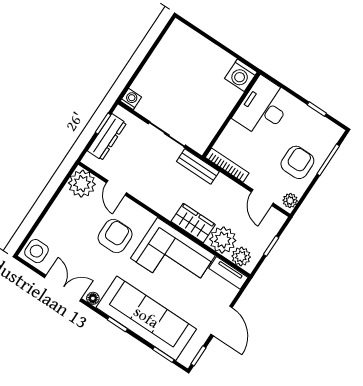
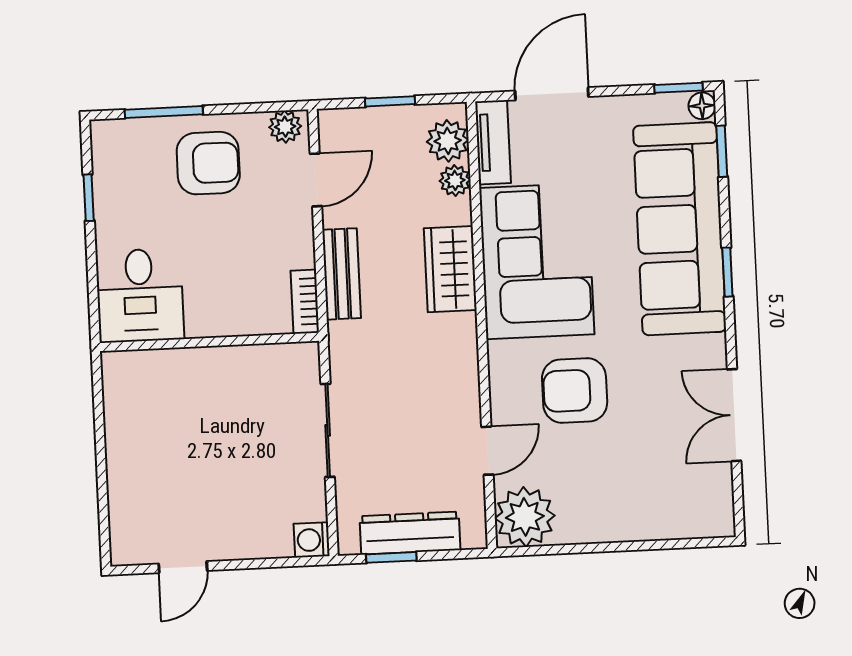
door: (155, 44) -> (183, 567), added
washing machine: (241, 75) -> (127, 376), removed
desk: (263, 108) -> (140, 295), width x0.73
armchair: (297, 162) -> (208, 163), turned 180
bookcase: (227, 165) -> (305, 302), width x0.64
bench: (198, 167) -> (342, 274), moved
plant: (223, 240) -> (455, 180), width x0.53, depth x0.53
side table: (36, 251) -> (703, 510), removed
floor lamp: (93, 298) -> (702, 106), moved
door: (222, 321) -> (552, 94), moved

